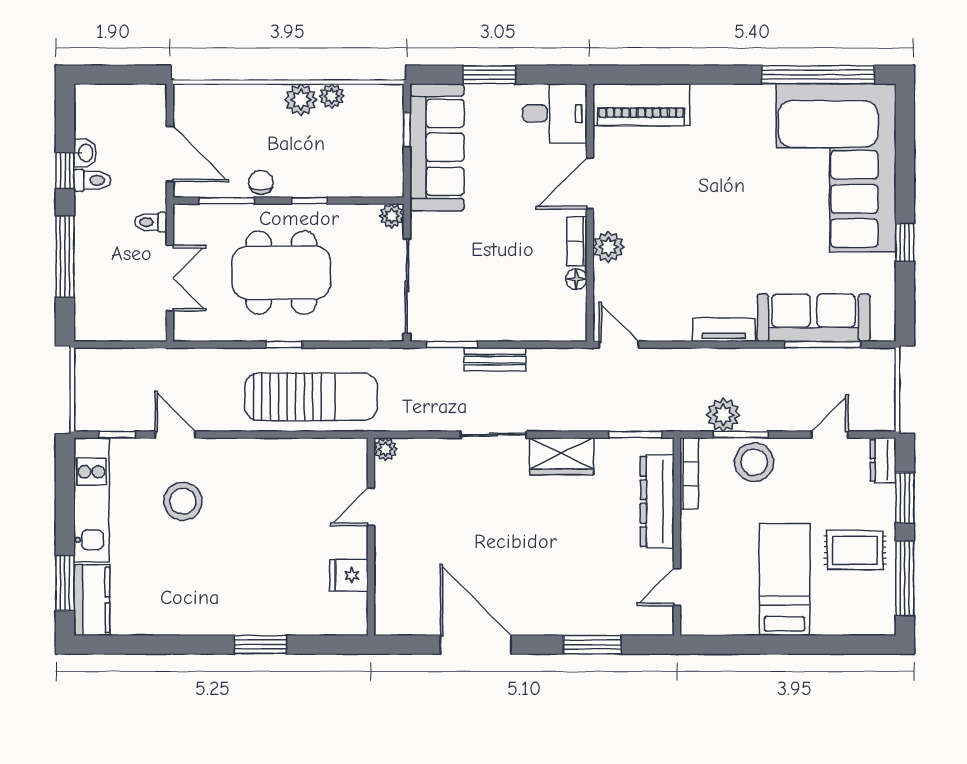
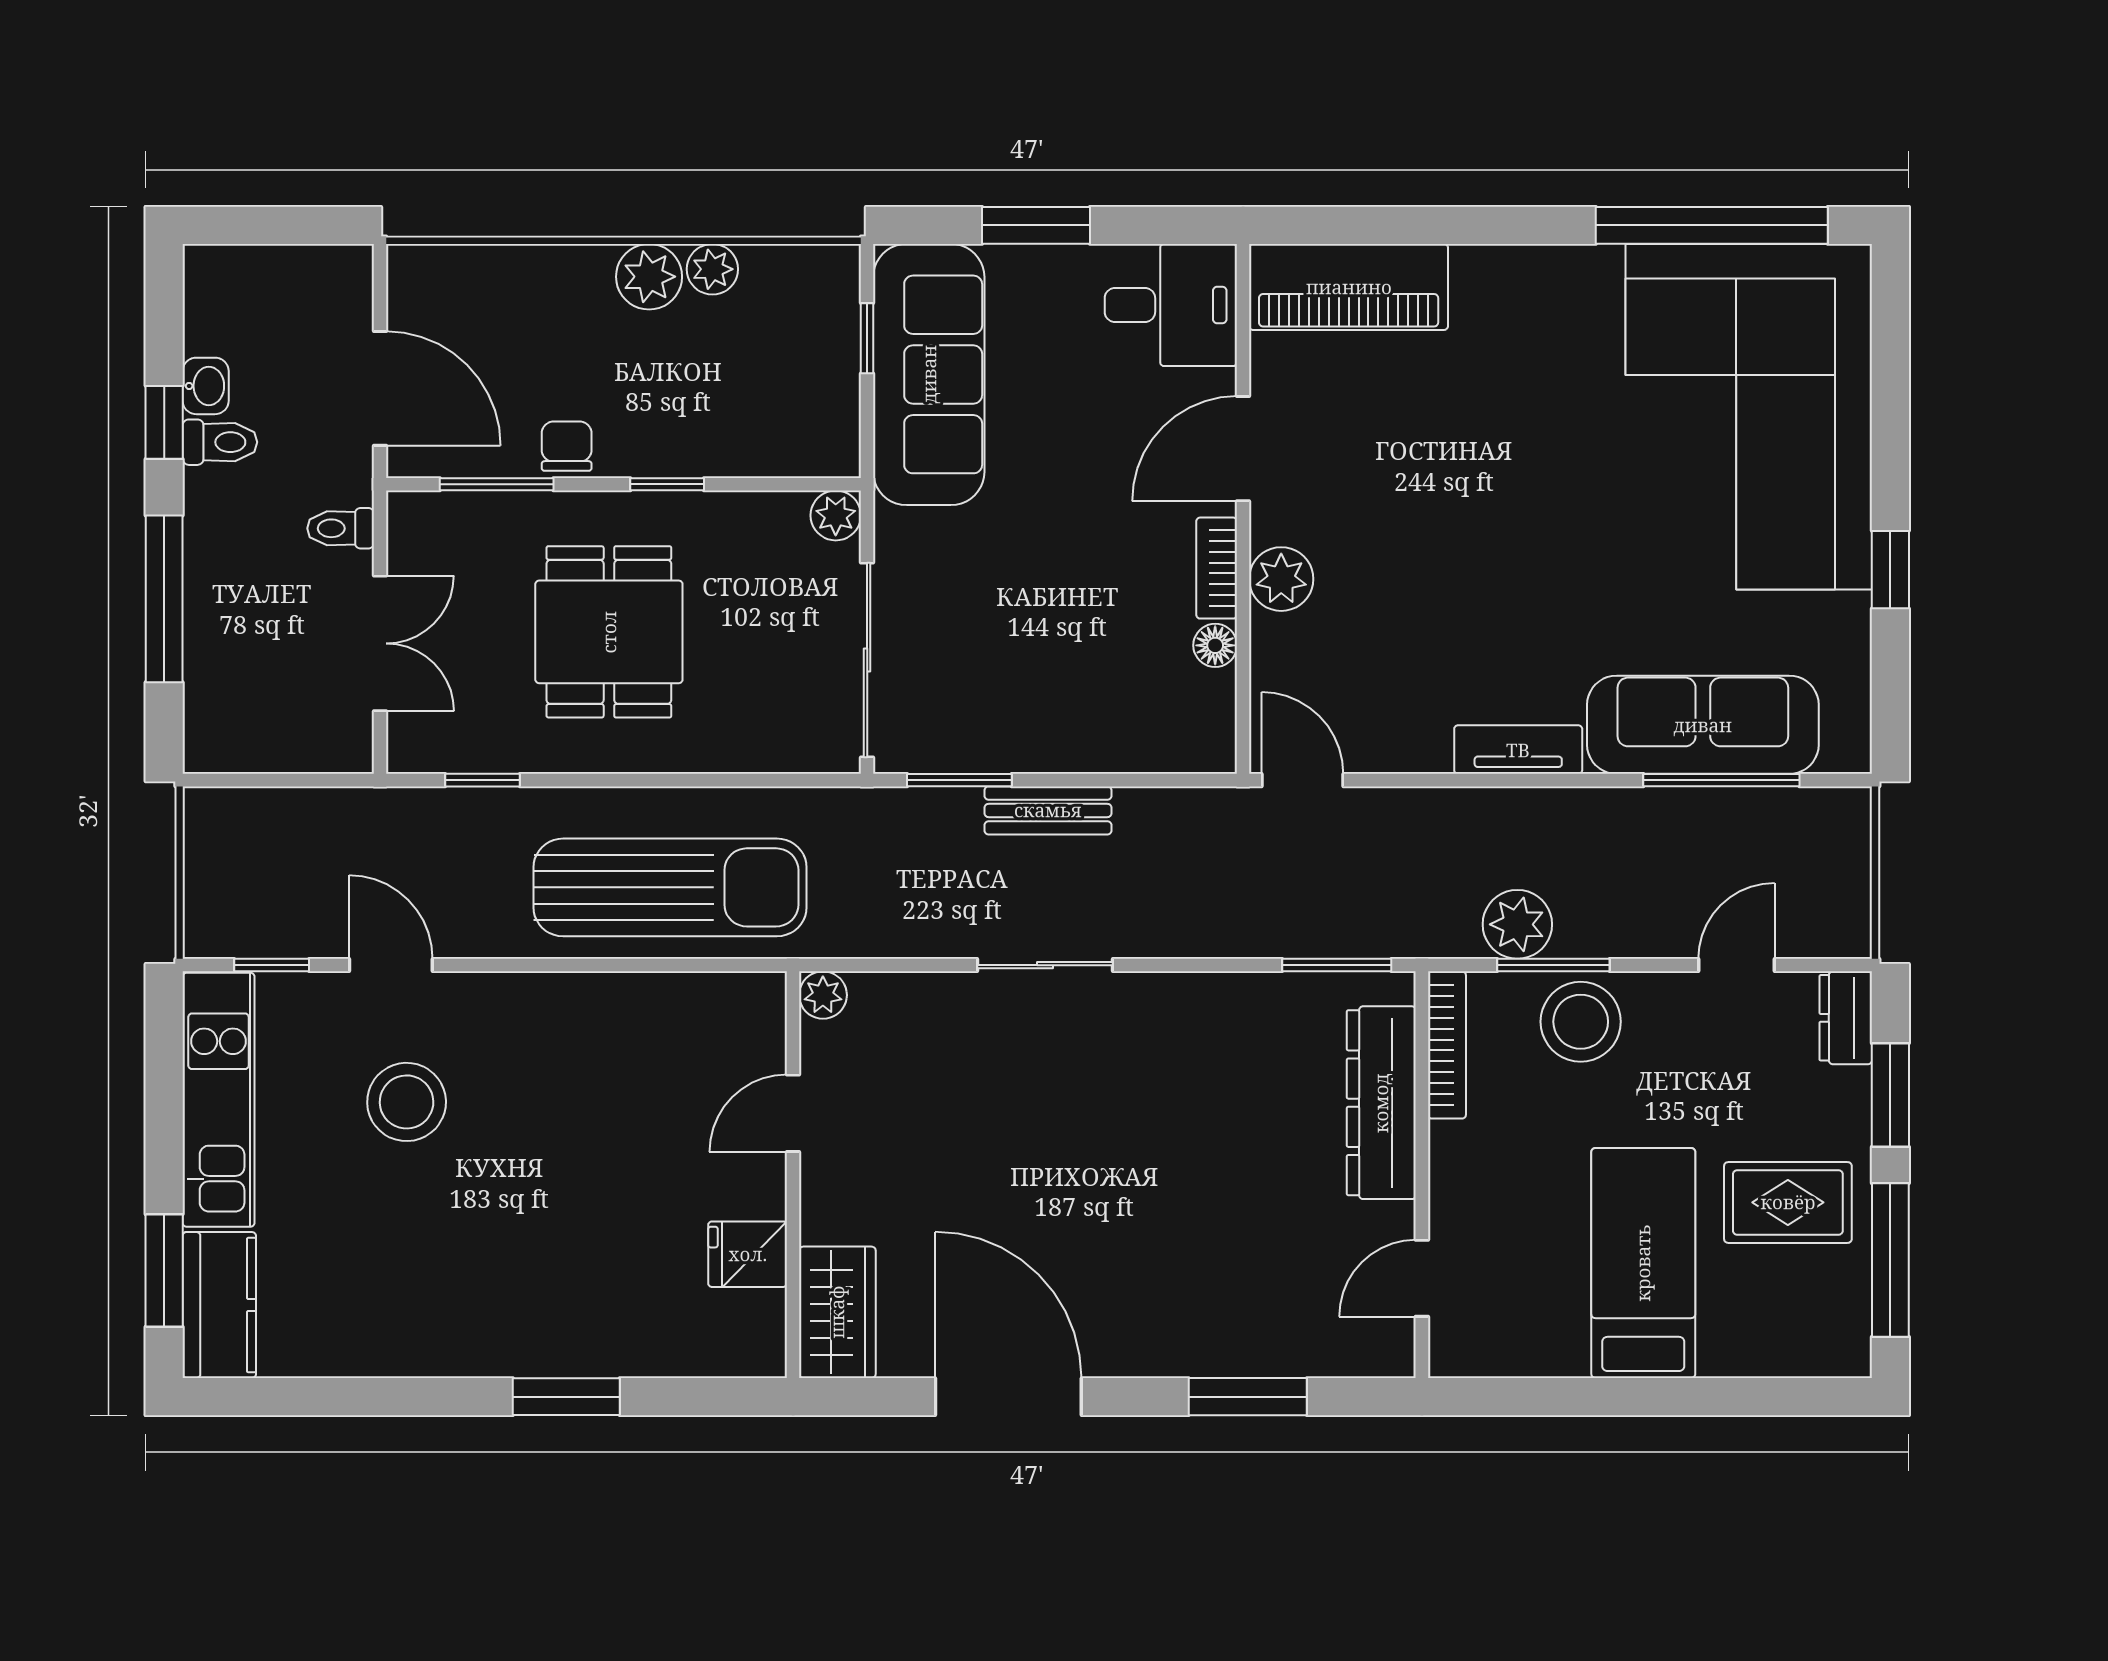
dining table: (281, 273) -> (609, 632), width x0.73
window: (284, 345) -> (483, 780), moved
wardrobe: (562, 456) -> (837, 1312), moved, turned -90

